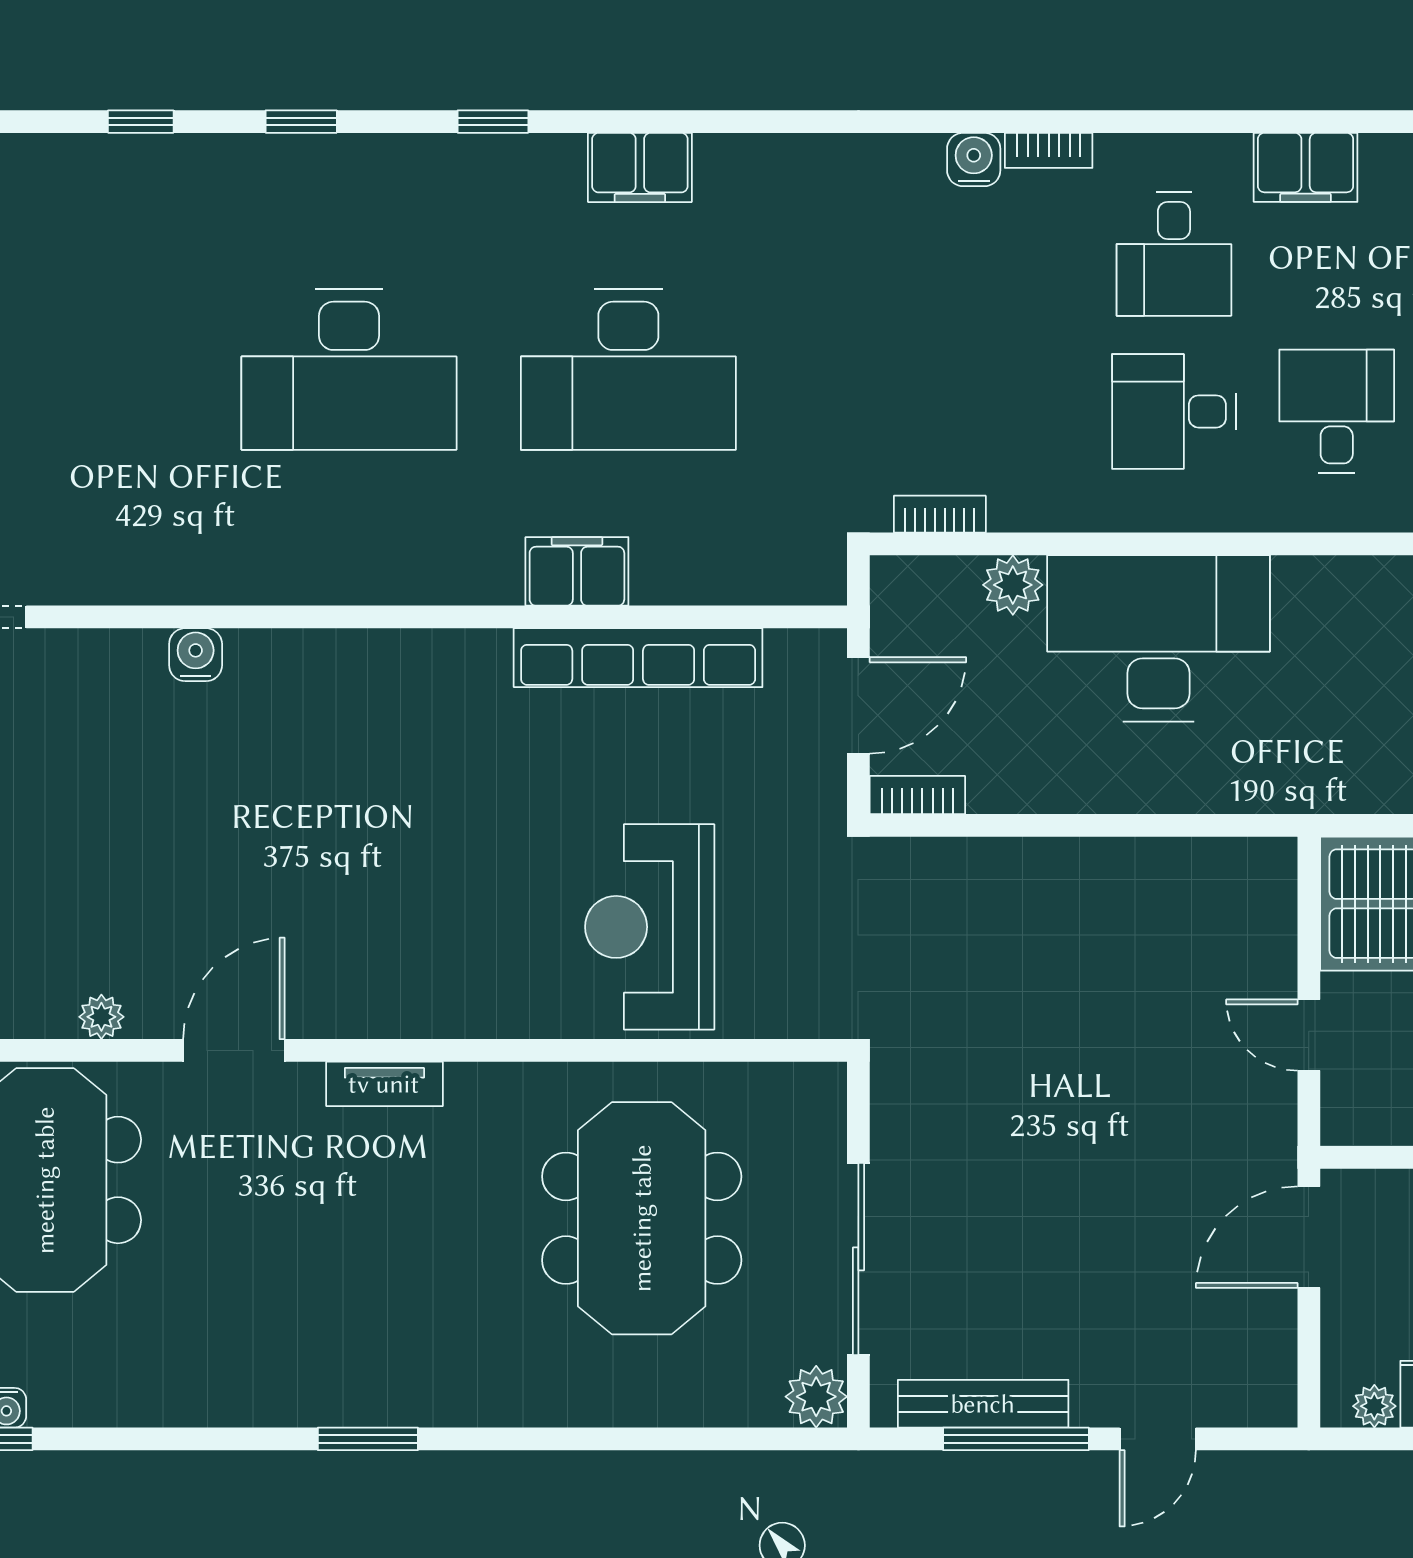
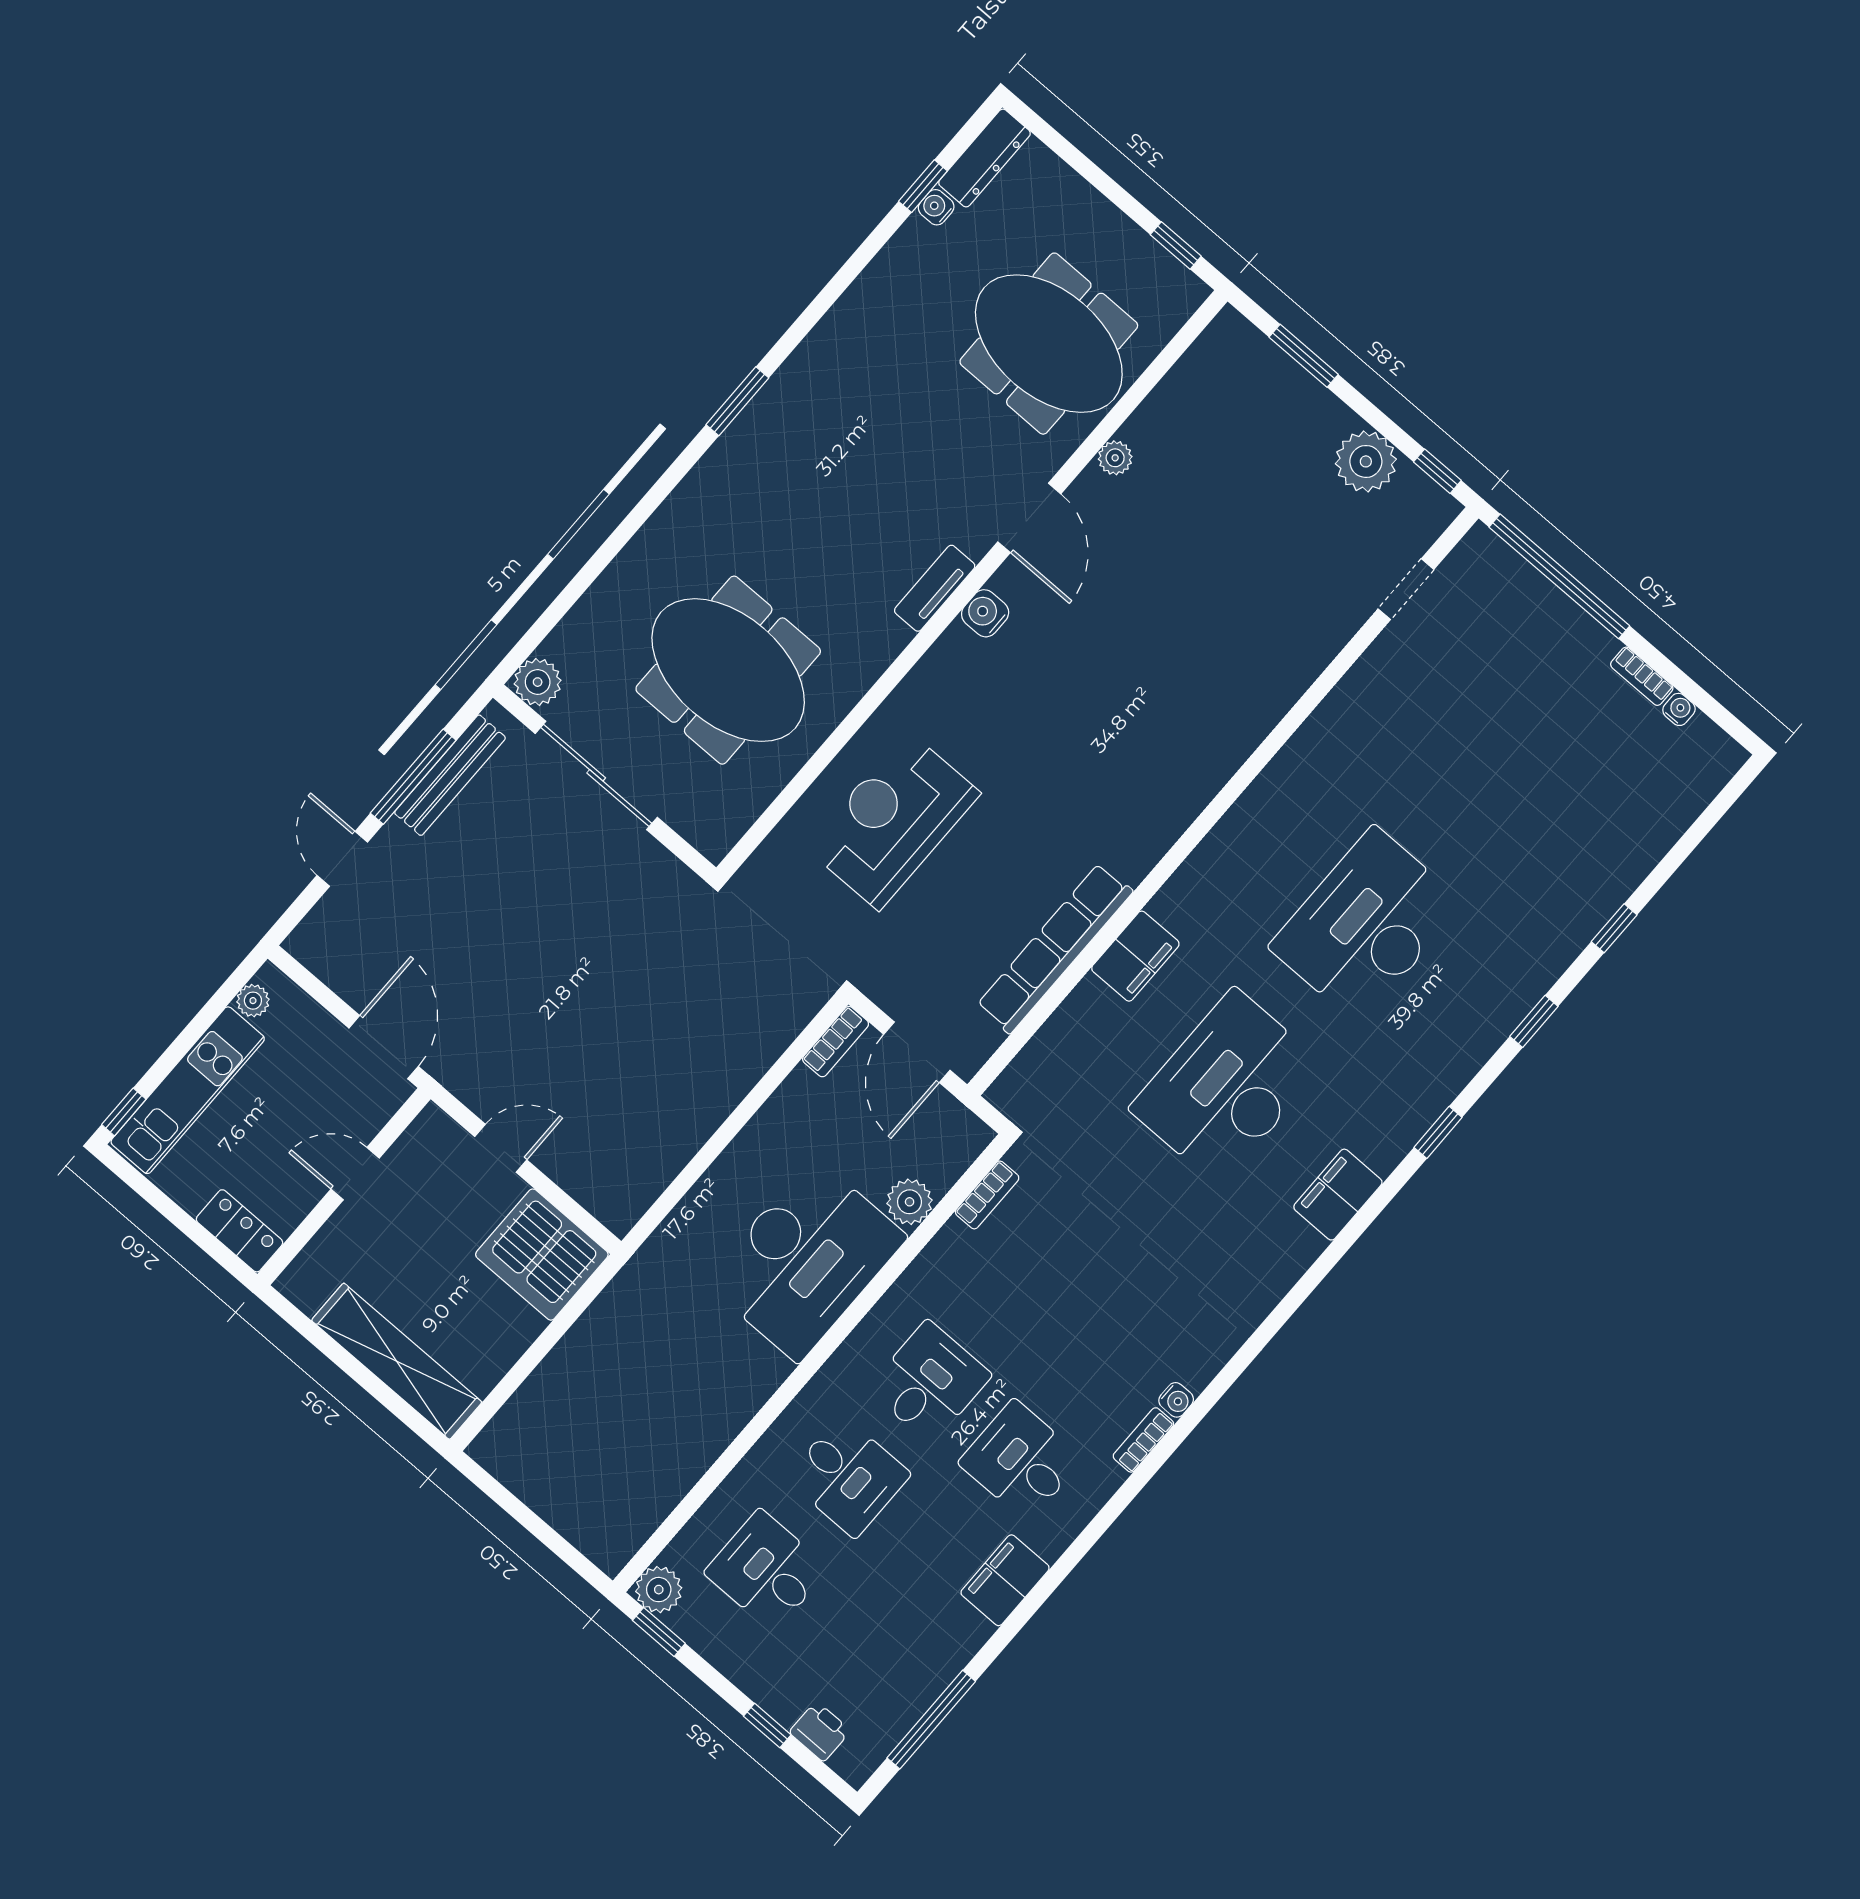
water cooler: (974, 160) -> (1176, 1400), width x0.72, depth x0.72
water cooler: (196, 655) -> (985, 613), moved, turned 180
reception desk: (650, 927) -> (893, 820), turned -90

